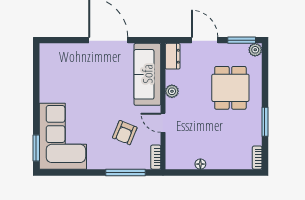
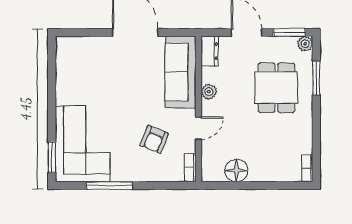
window: (265, 122) -> (316, 78), moved
door: (163, 123) -> (198, 128), swing flipped
floor lamp: (200, 164) -> (236, 170), width x1.89, depth x1.89
window: (126, 172) -> (109, 185), moved

